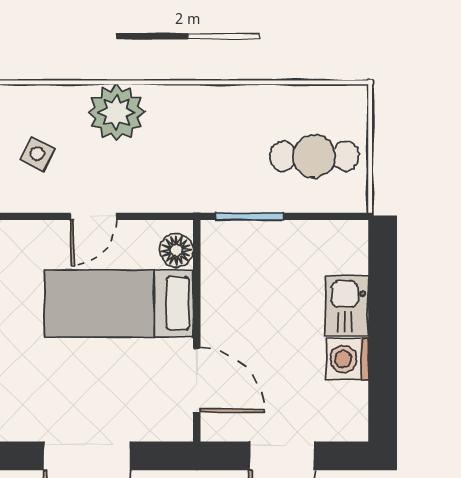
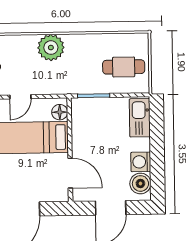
plant: (116, 112) -> (51, 48), moved
kitchen sink: (347, 306) -> (140, 118), moved, width x1.38
boiler: (346, 405) -> (140, 183), added

